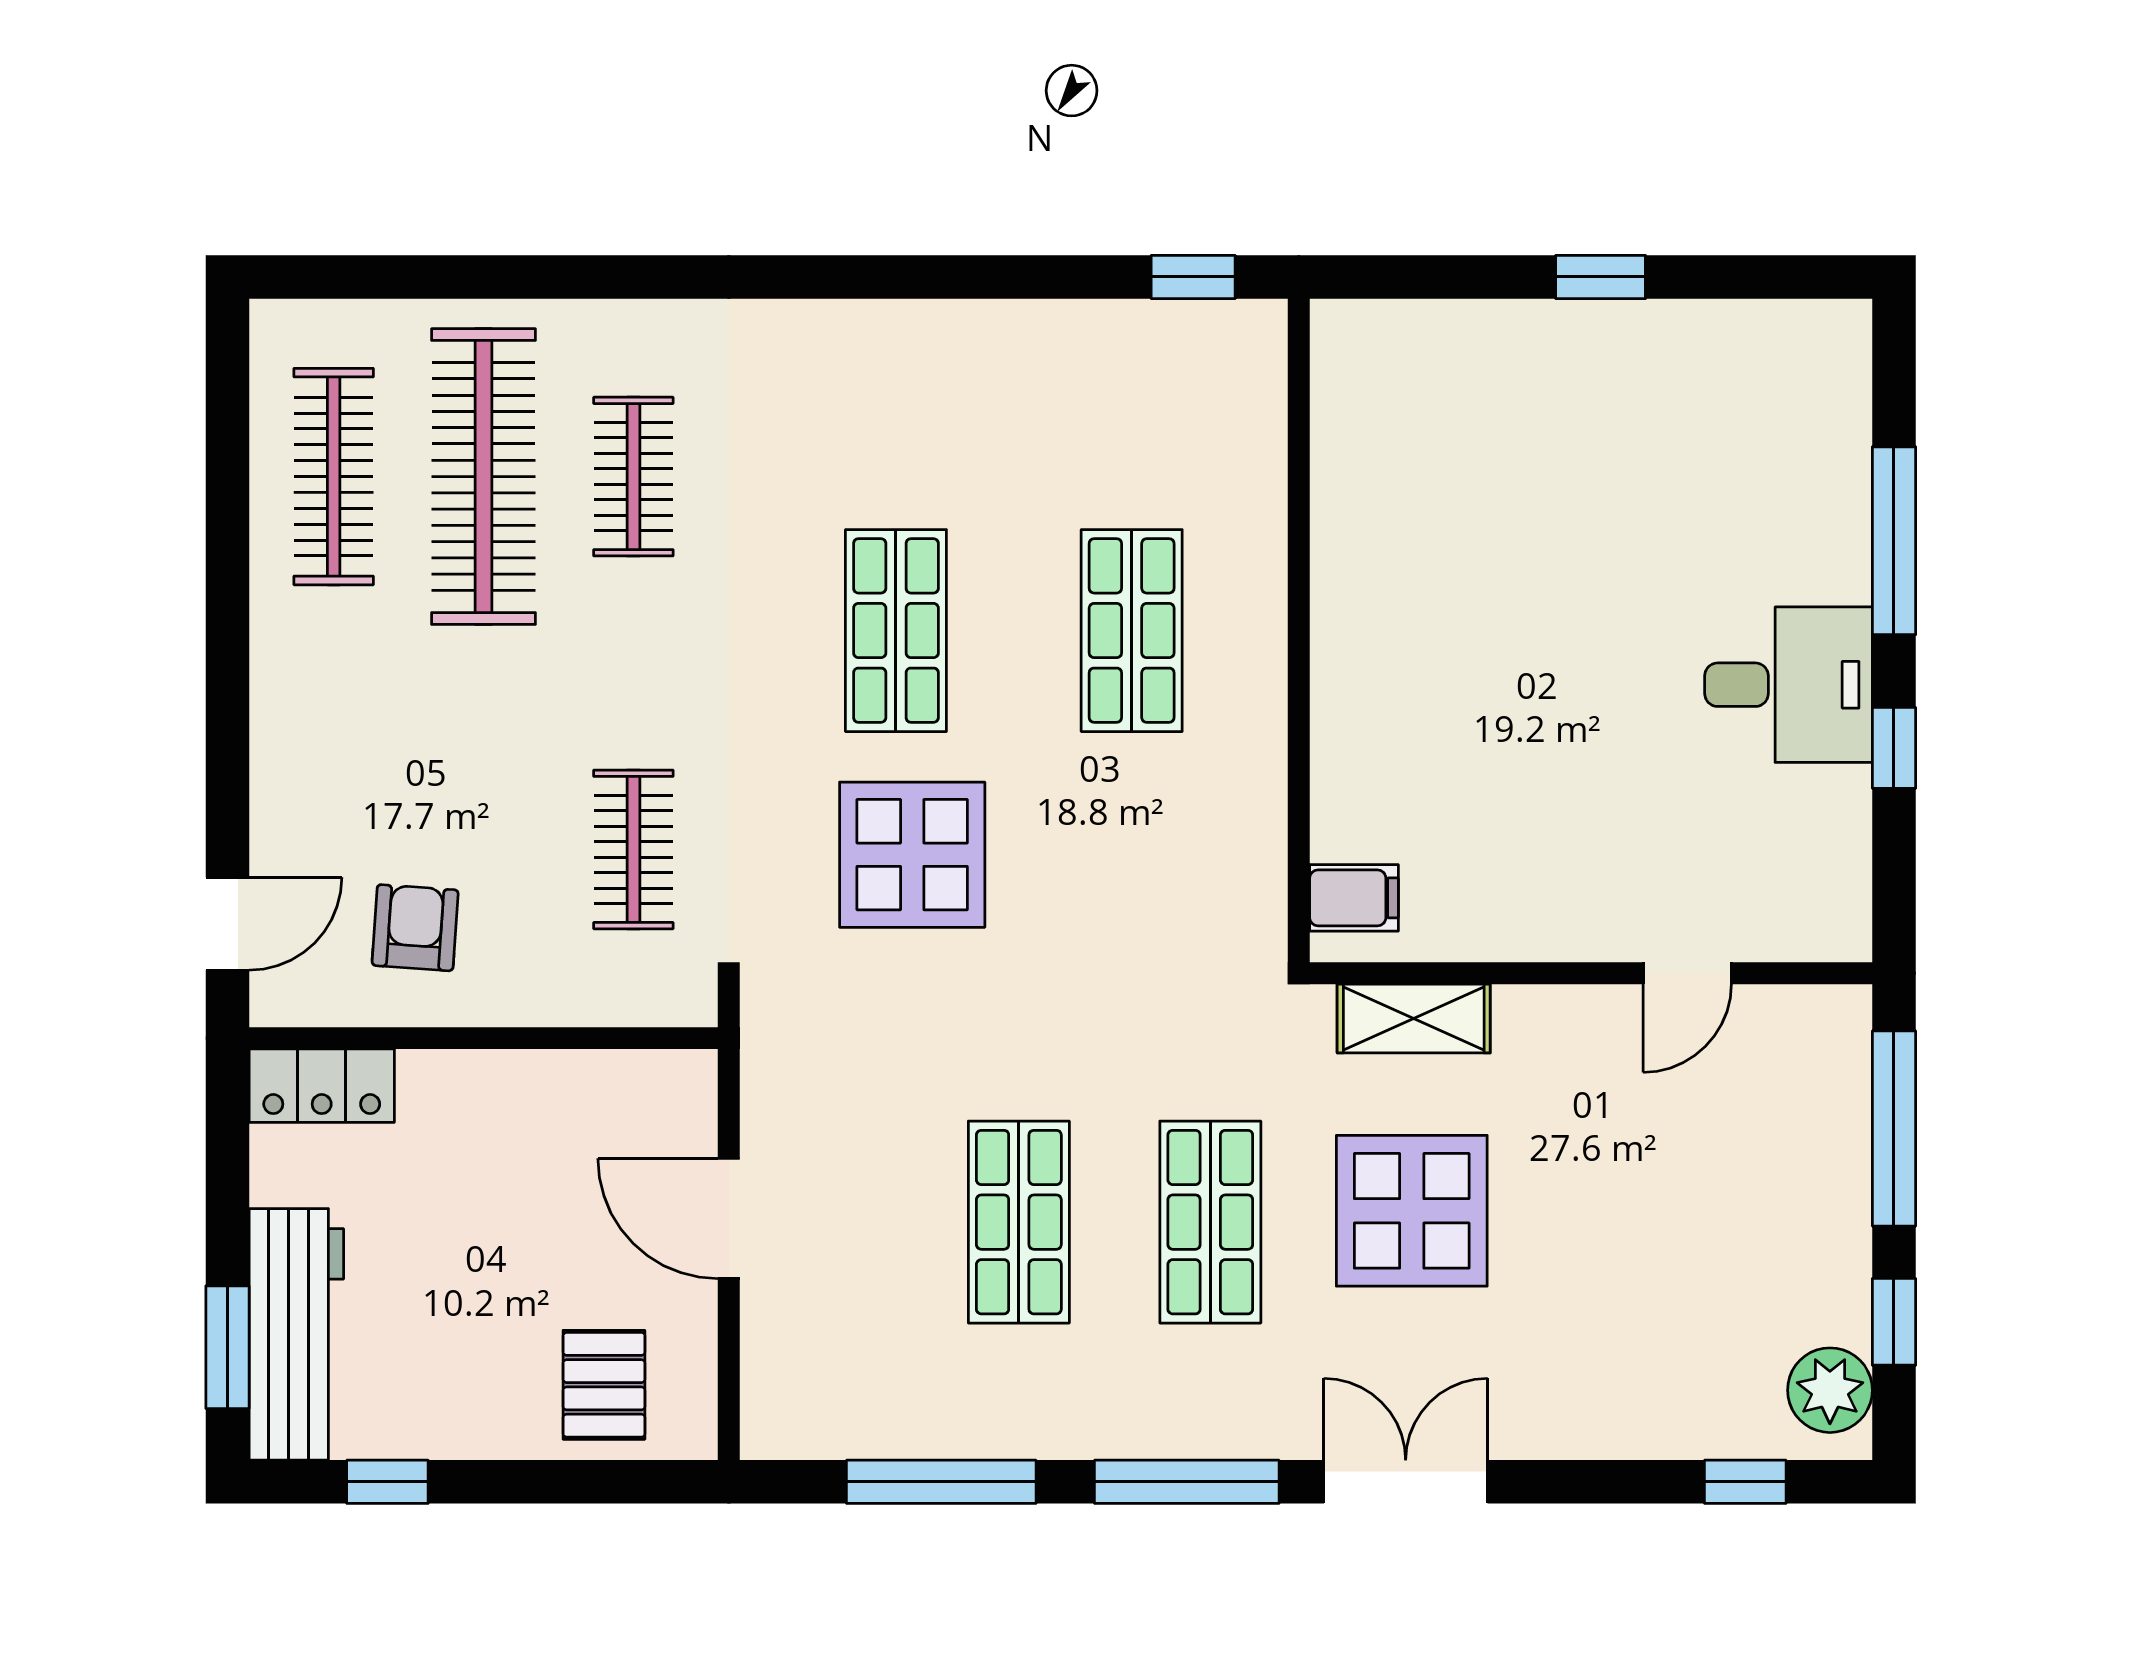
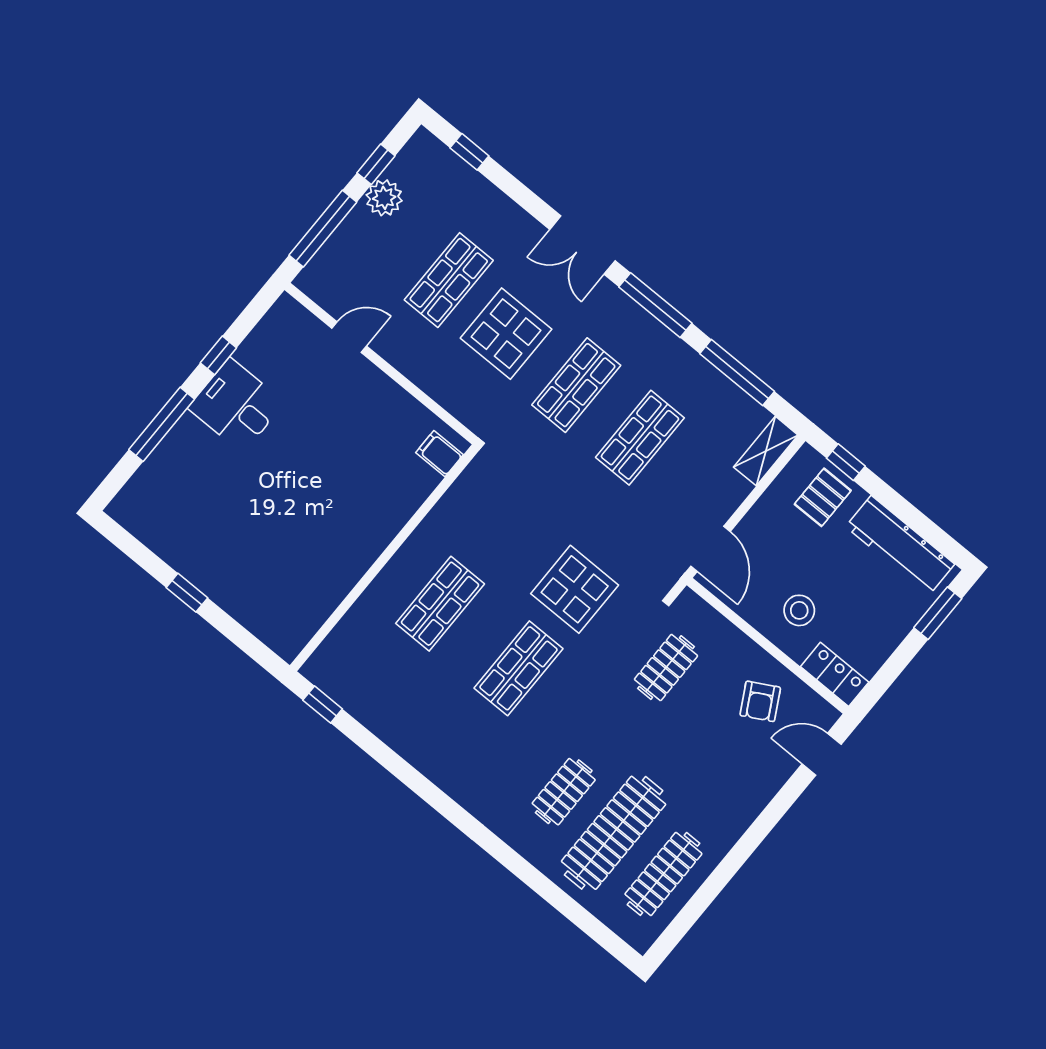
armchair: (415, 928) -> (760, 701), turned -33
shelving: (1414, 1018) -> (766, 451), moved, turned 90
stool: (479, 1148) -> (799, 610), added
door: (729, 1219) -> (710, 549), moved
shop shelf: (1593, 1222) -> (449, 280), added
workbench: (296, 1334) -> (900, 545), moved, turned -90
plant: (1830, 1390) -> (384, 198), moved
window: (387, 1482) -> (846, 462), moved

